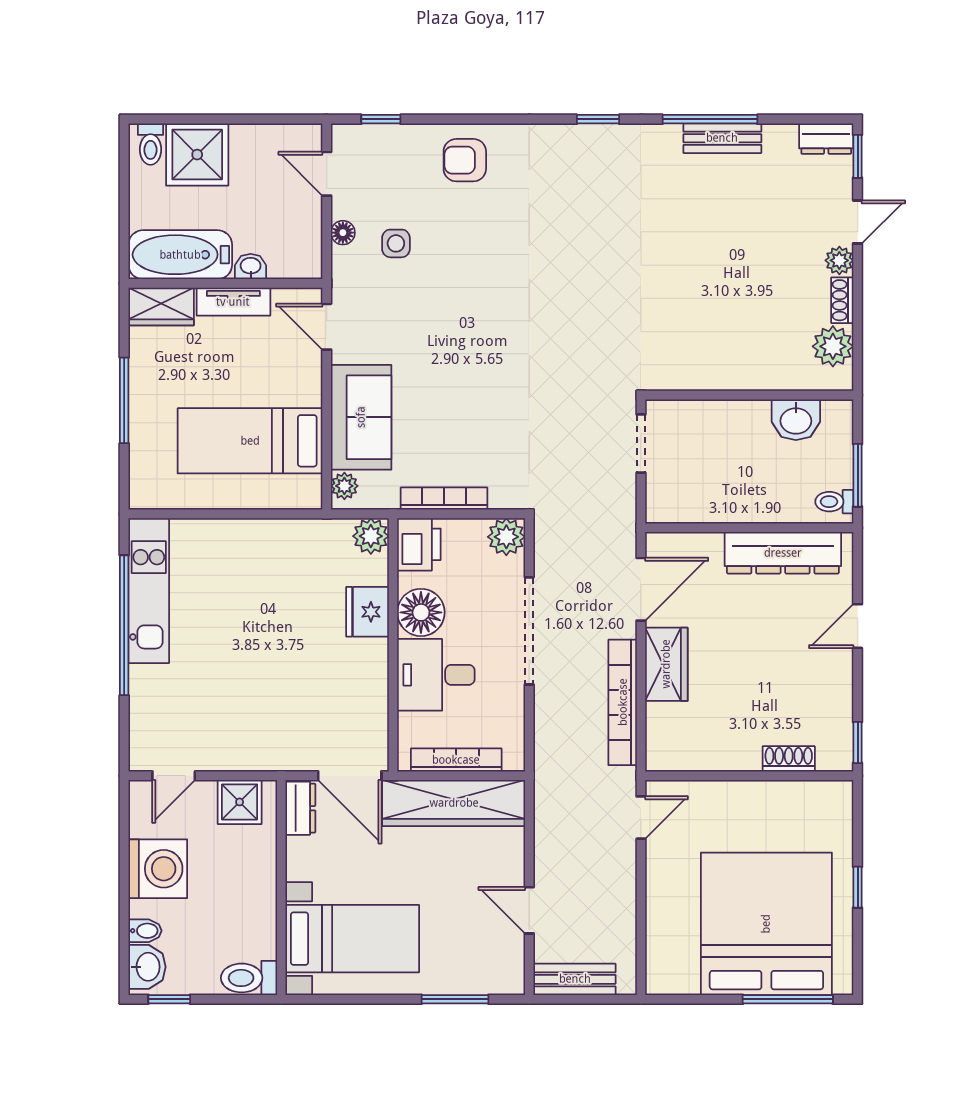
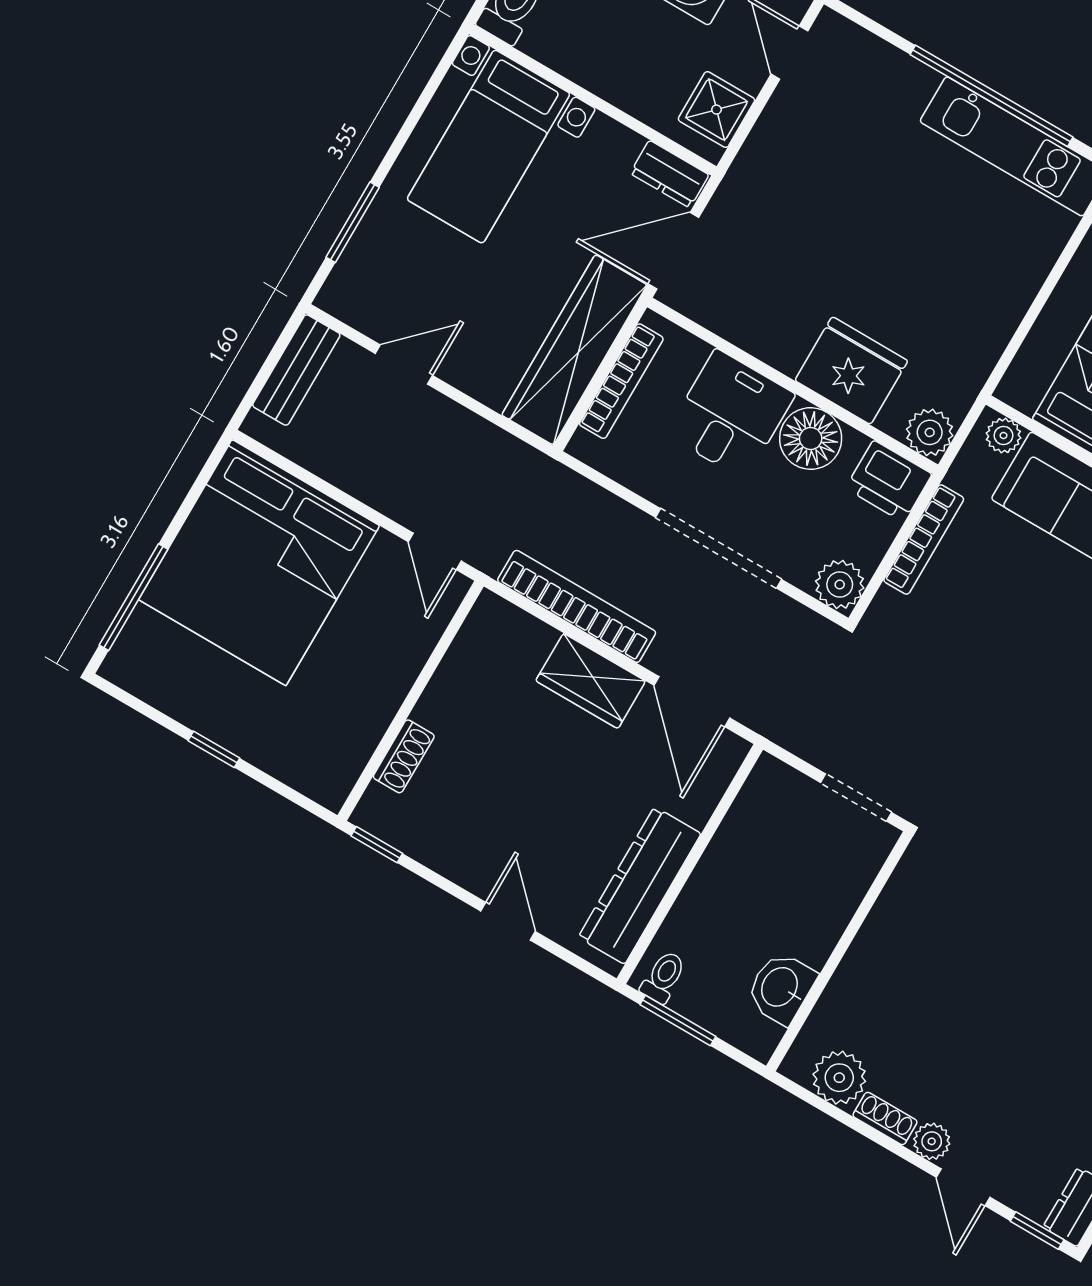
fridge: (367, 612) -> (851, 371), width x1.36, depth x1.34
bed: (766, 924) -> (259, 563), moved, turned 90

